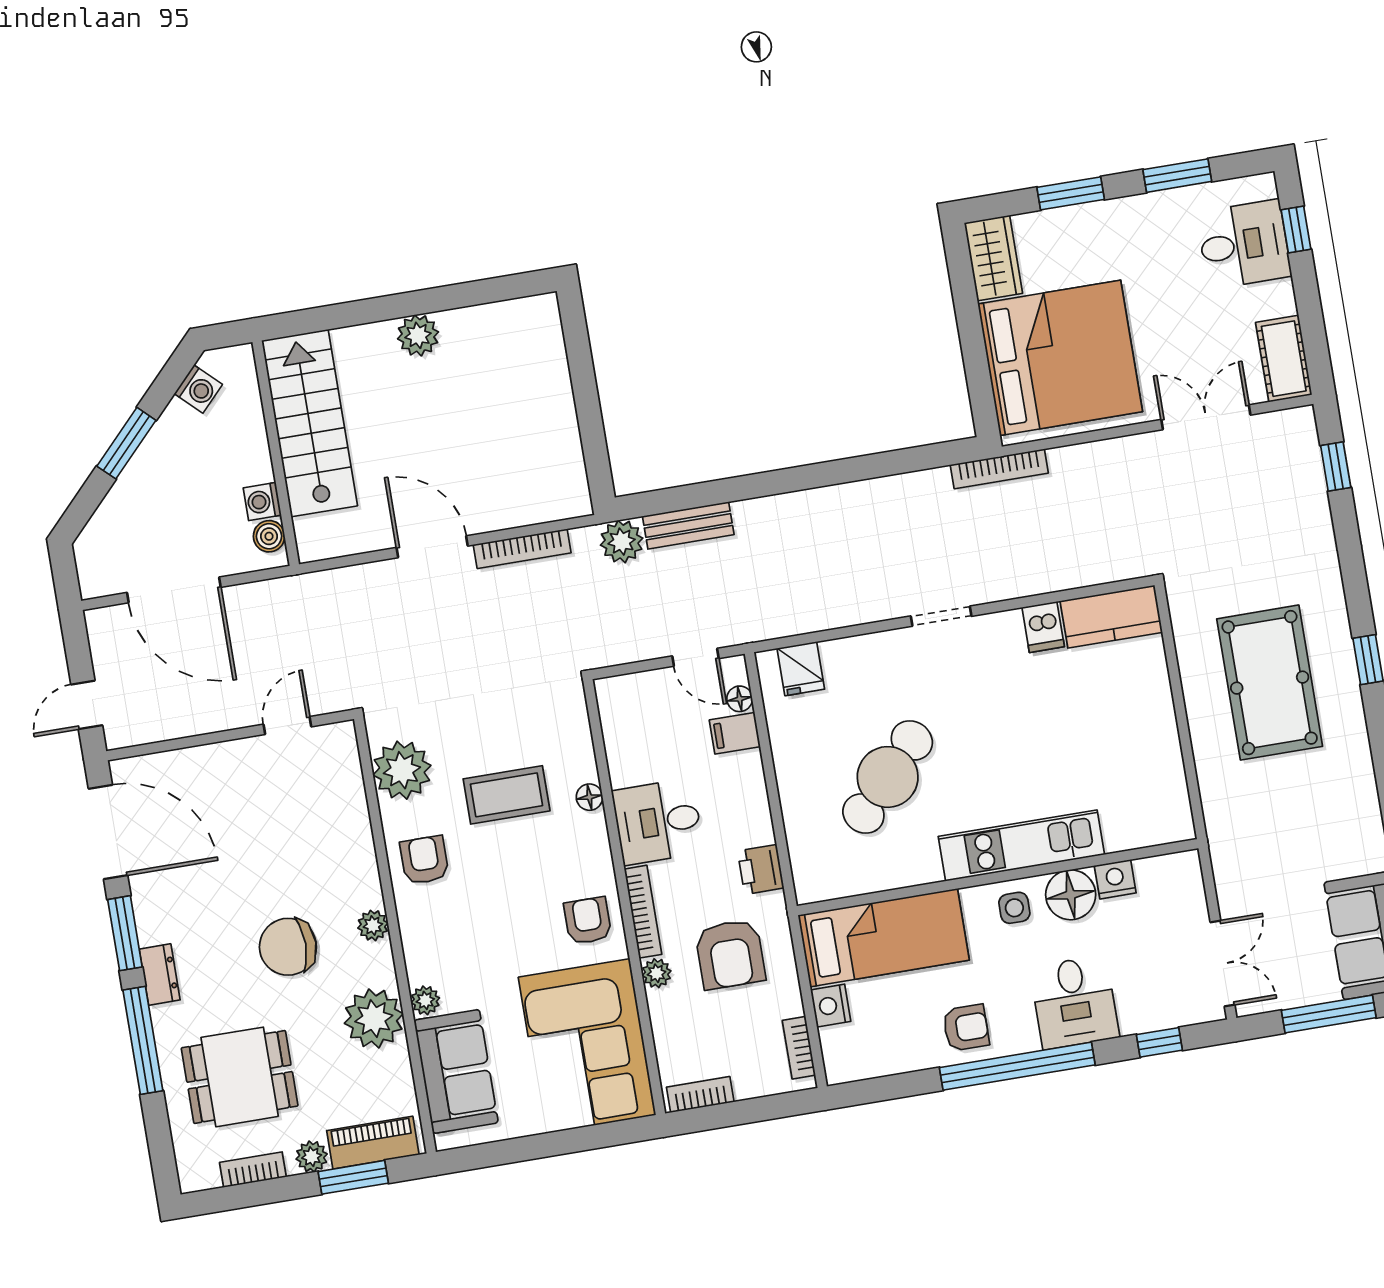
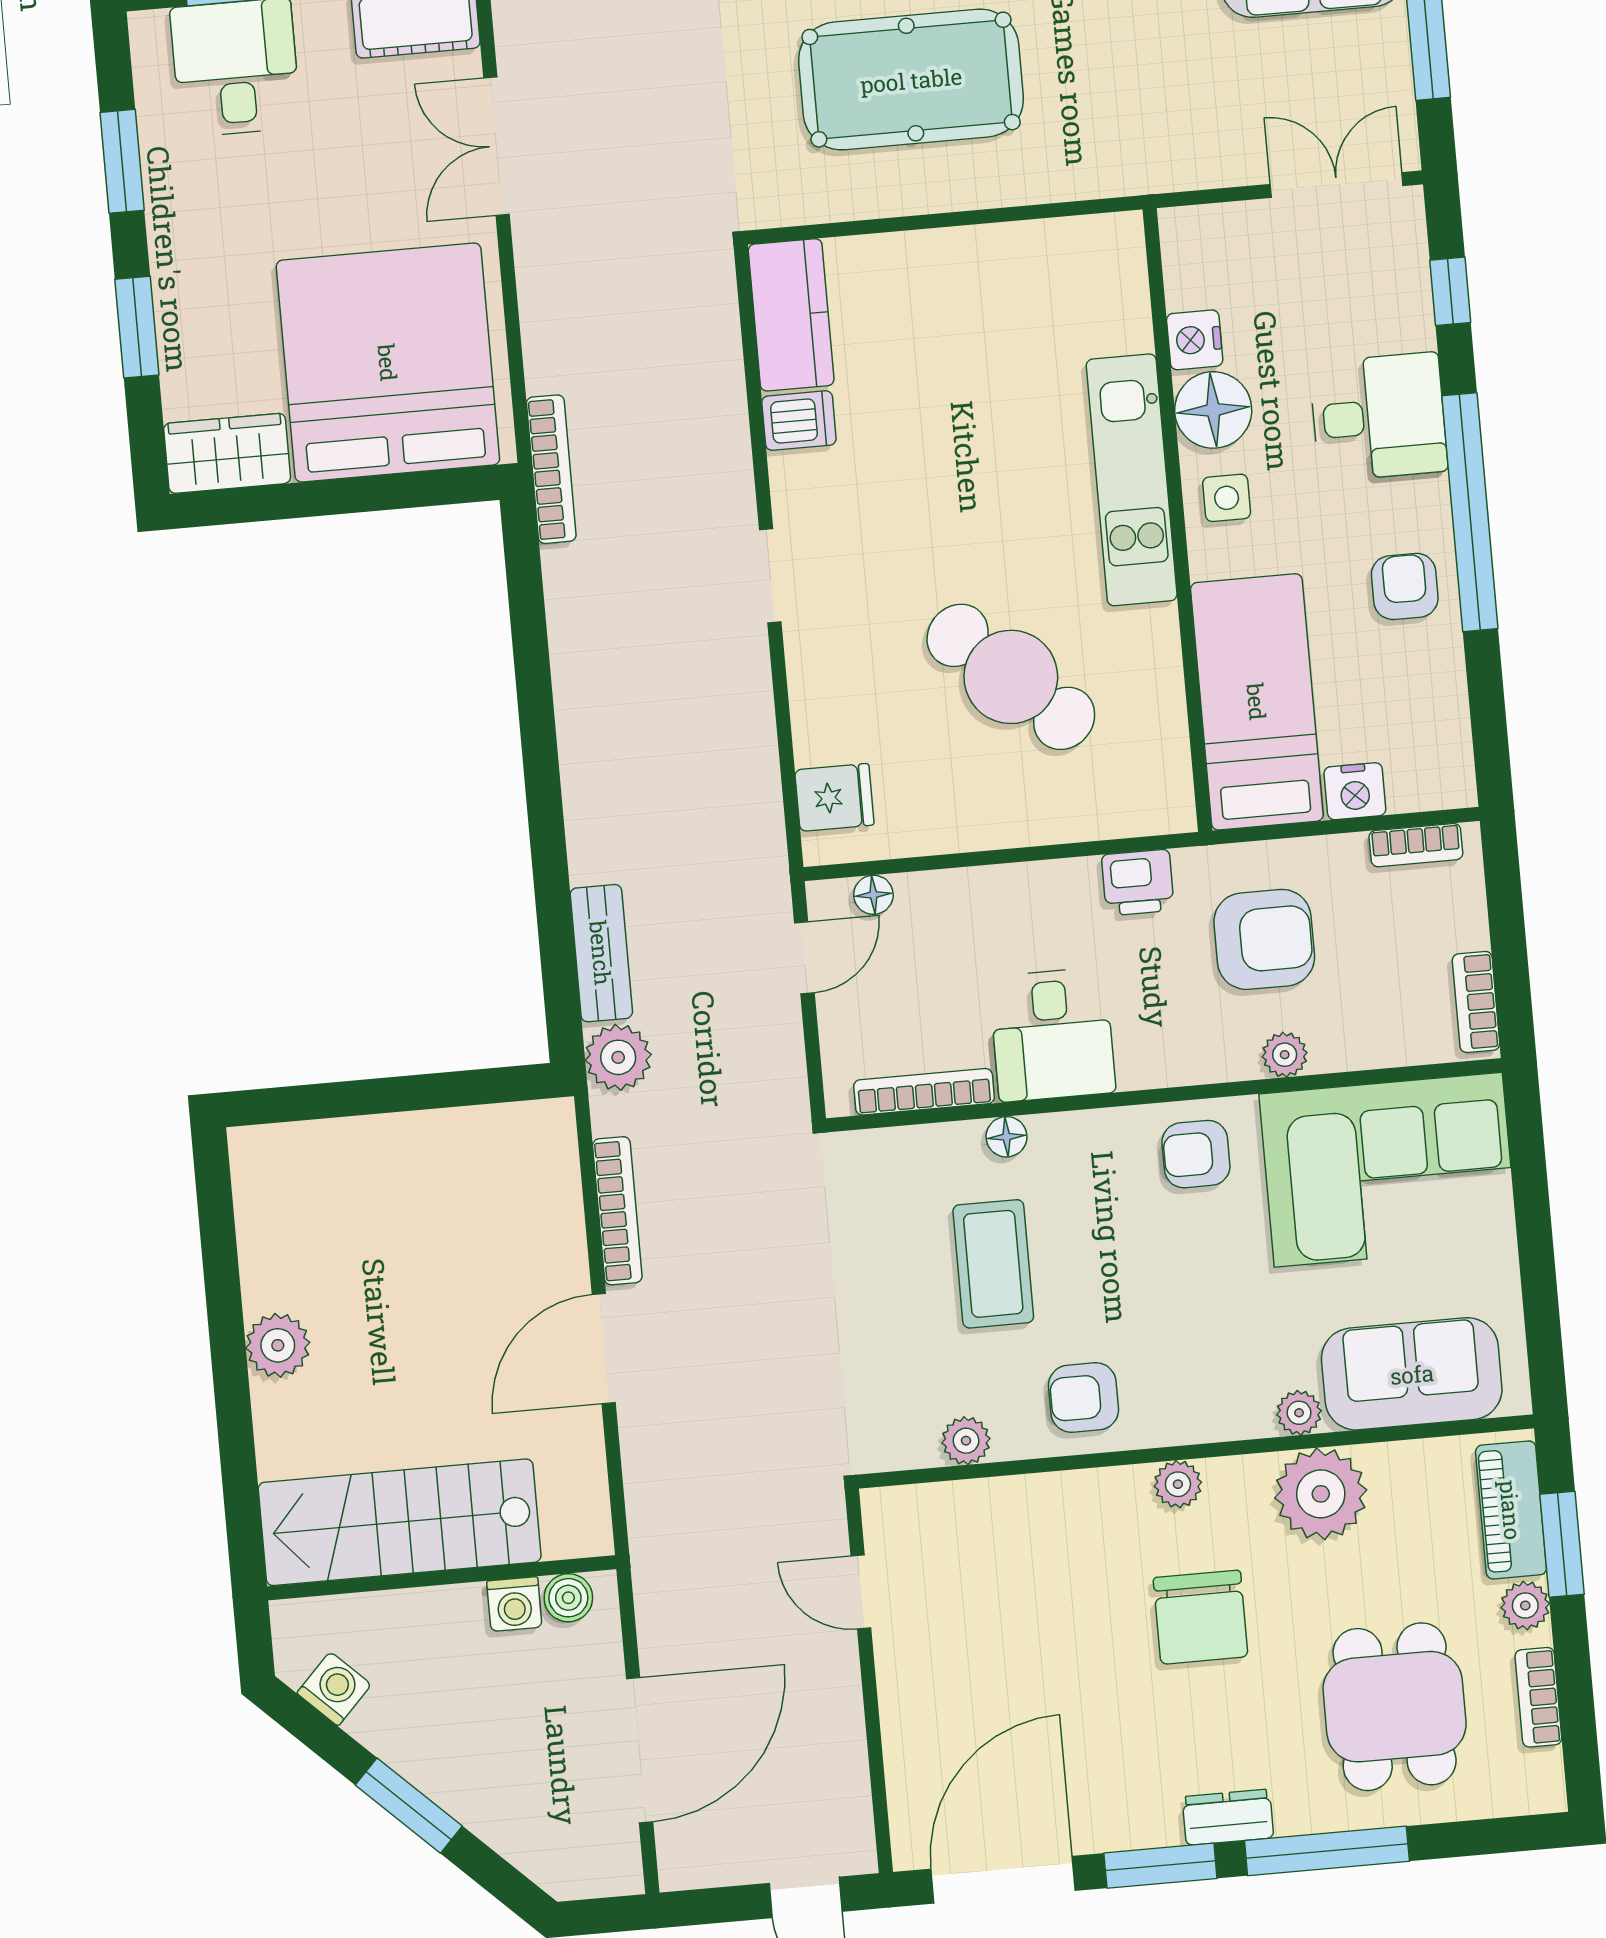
filing cabinet: (735, 733) -> (926, 906), removed
plant: (402, 770) -> (966, 1441), width x0.53, depth x0.53
bookcase: (643, 912) -> (924, 1092), moved

